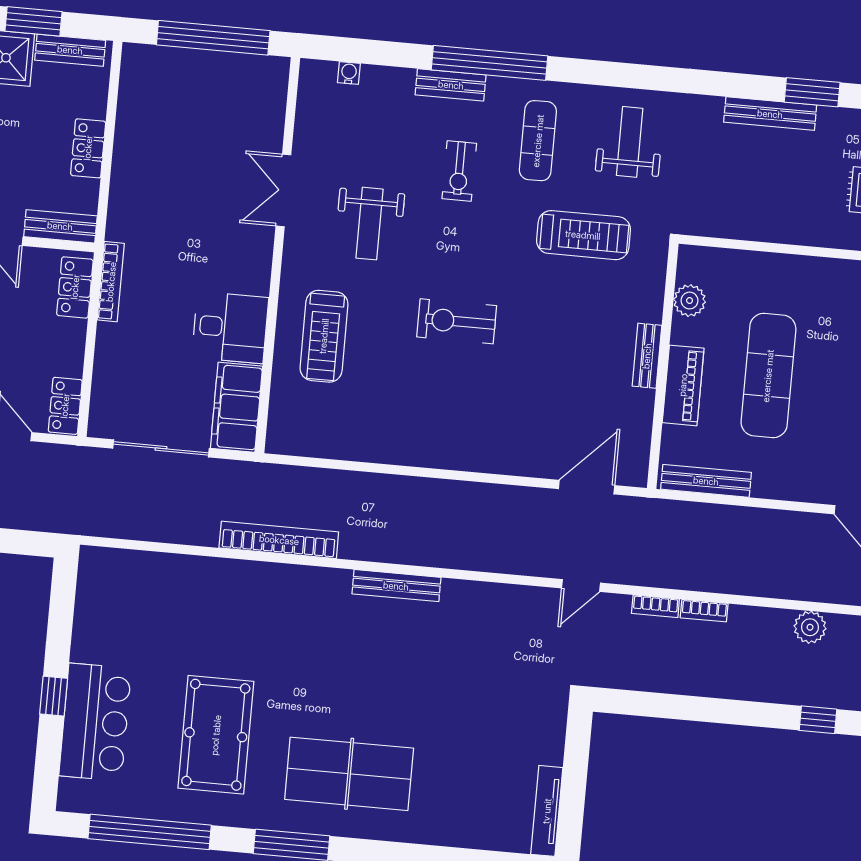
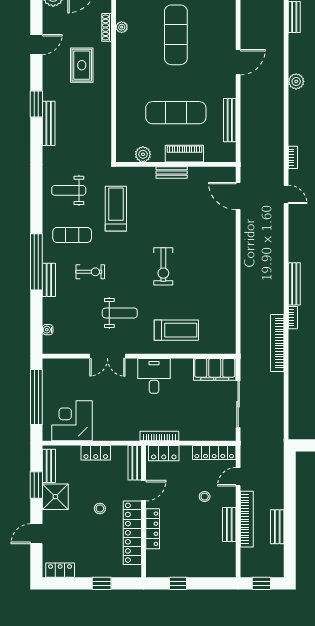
corner desk: (158, 106) -> (72, 421), added
desk: (230, 327) -> (154, 376), moved
locker: (65, 406) -> (214, 453), width x1.53
bench: (706, 481) -> (230, 120), moved
bookcase: (704, 611) -> (293, 318), moved

